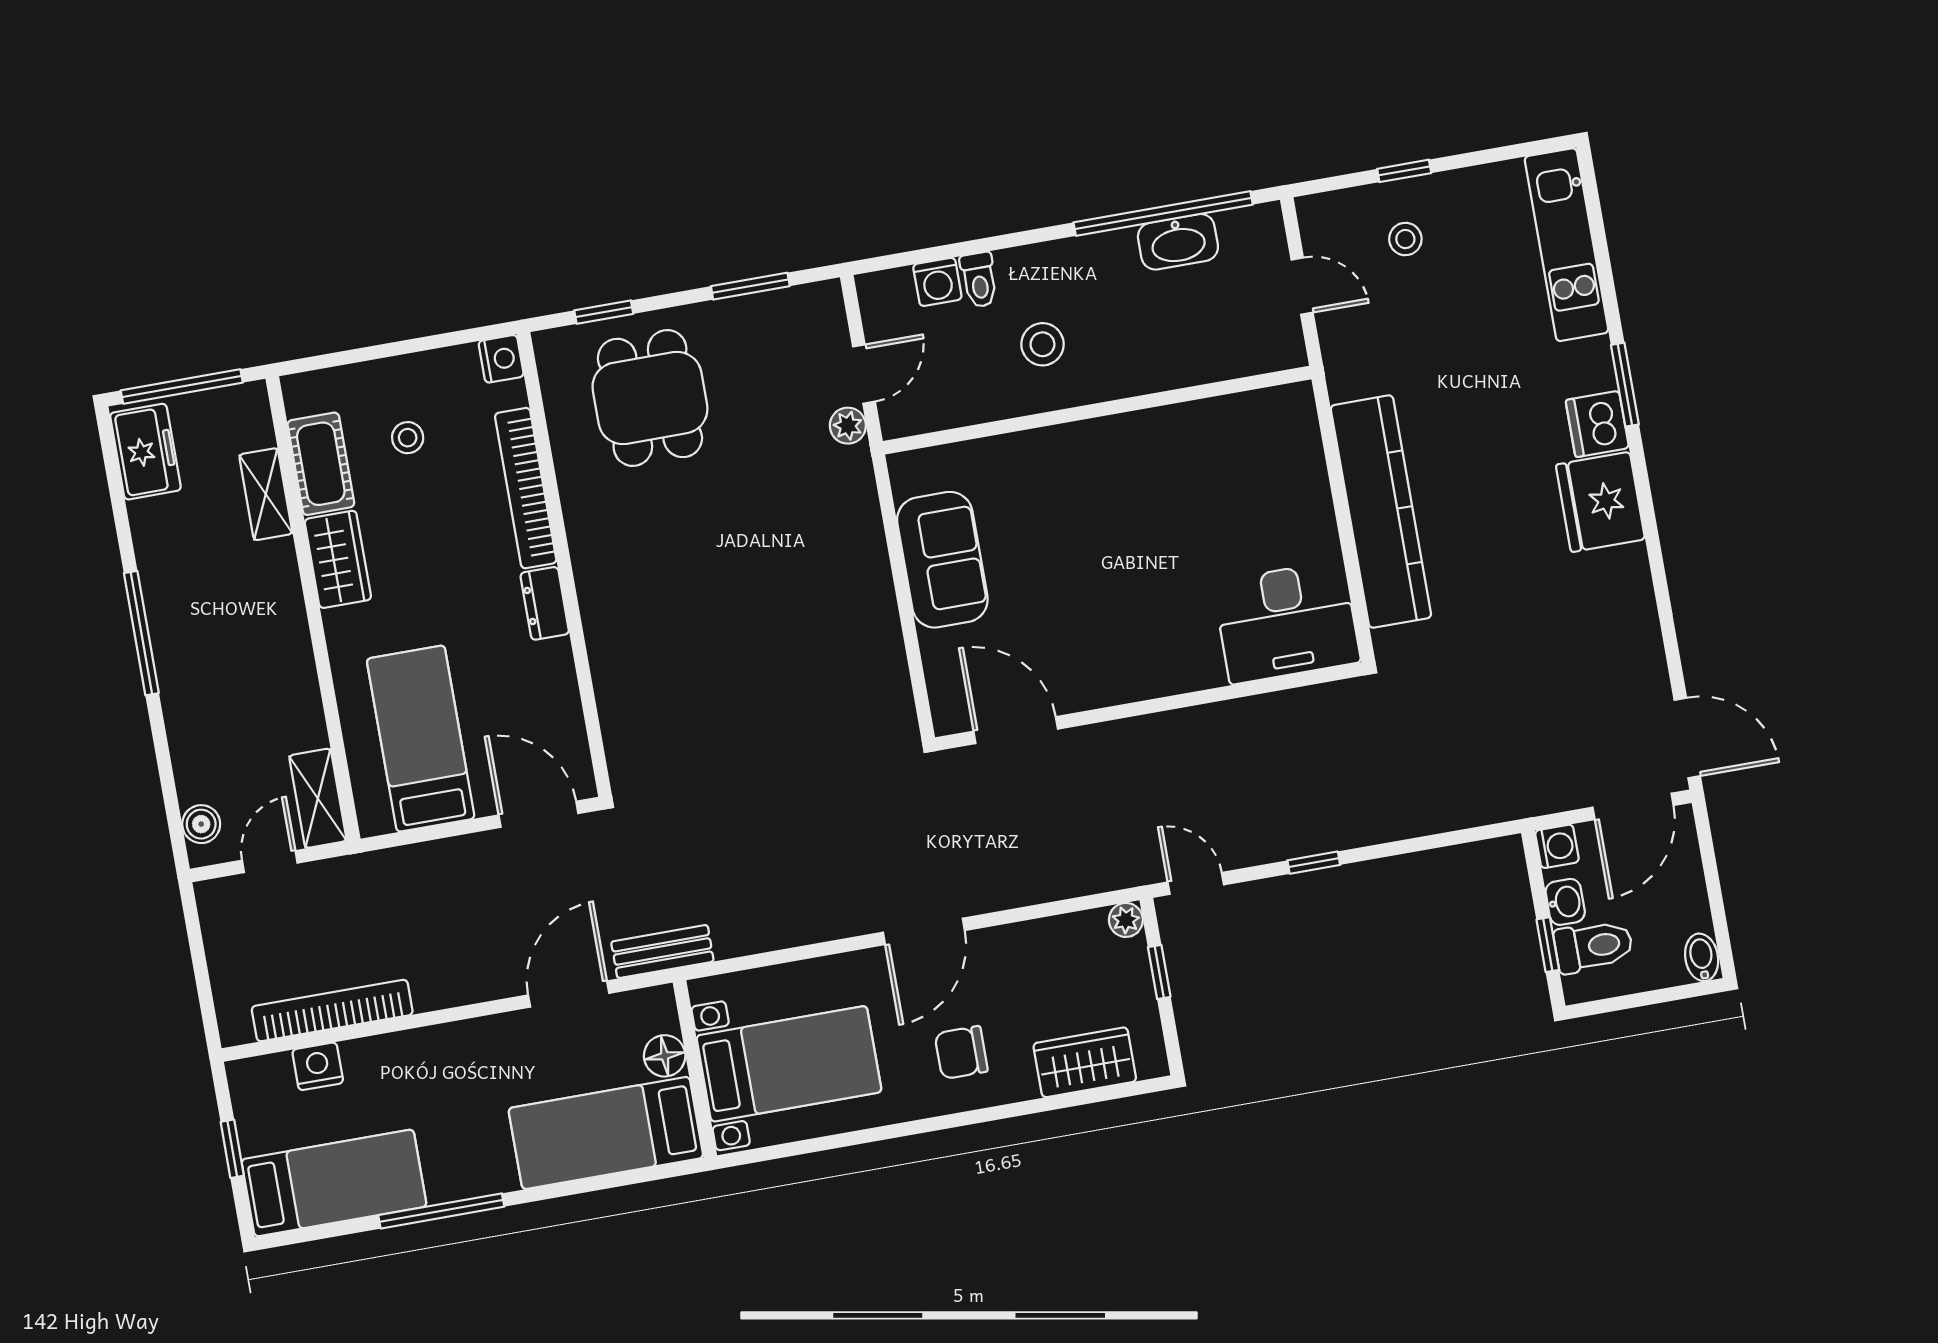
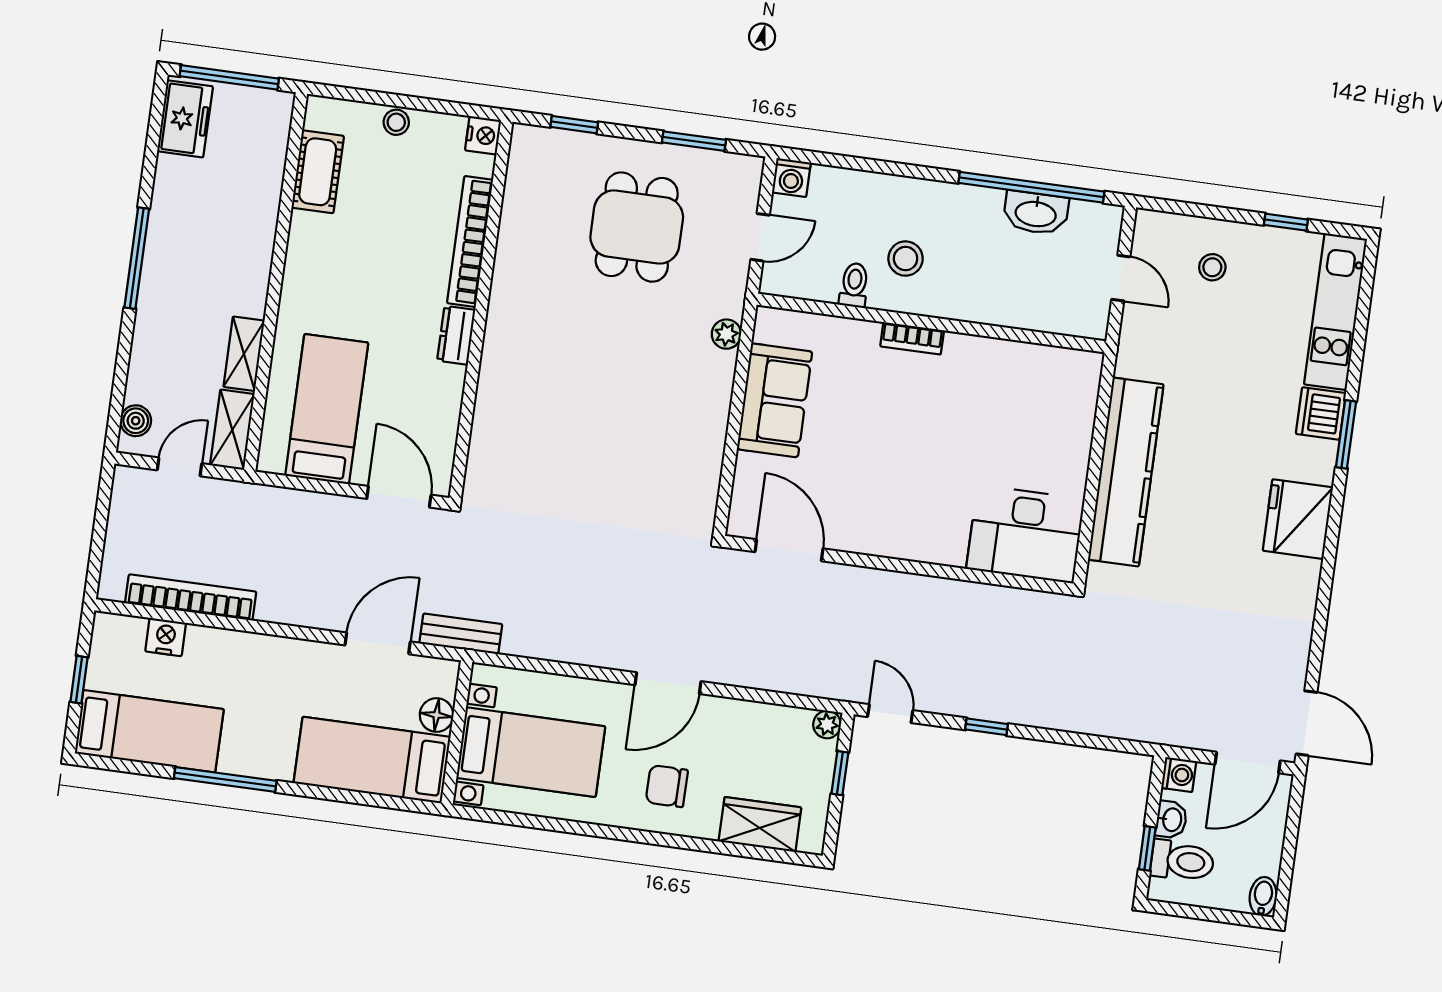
window: (1404, 171) -> (1286, 222), moved
toilet: (979, 280) -> (854, 285), moved, turned 180
washing machine: (937, 282) -> (791, 178), moved
dining table: (650, 398) -> (637, 227), moved
dishwasher: (1597, 424) -> (1321, 414), moved
plant: (848, 426) -> (726, 334), moved
bookcase: (1080, 435) -> (912, 338), added
stool: (408, 438) -> (396, 122), moved
shelving: (266, 494) -> (244, 354), moved
wardrobe: (338, 559) -> (307, 250), removed

